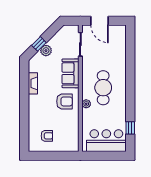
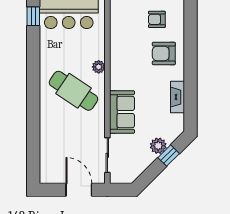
cafe table: (103, 88) -> (73, 91), turned -56
armchair: (64, 101) -> (164, 53), moved
window: (130, 128) -> (33, 16), moved

